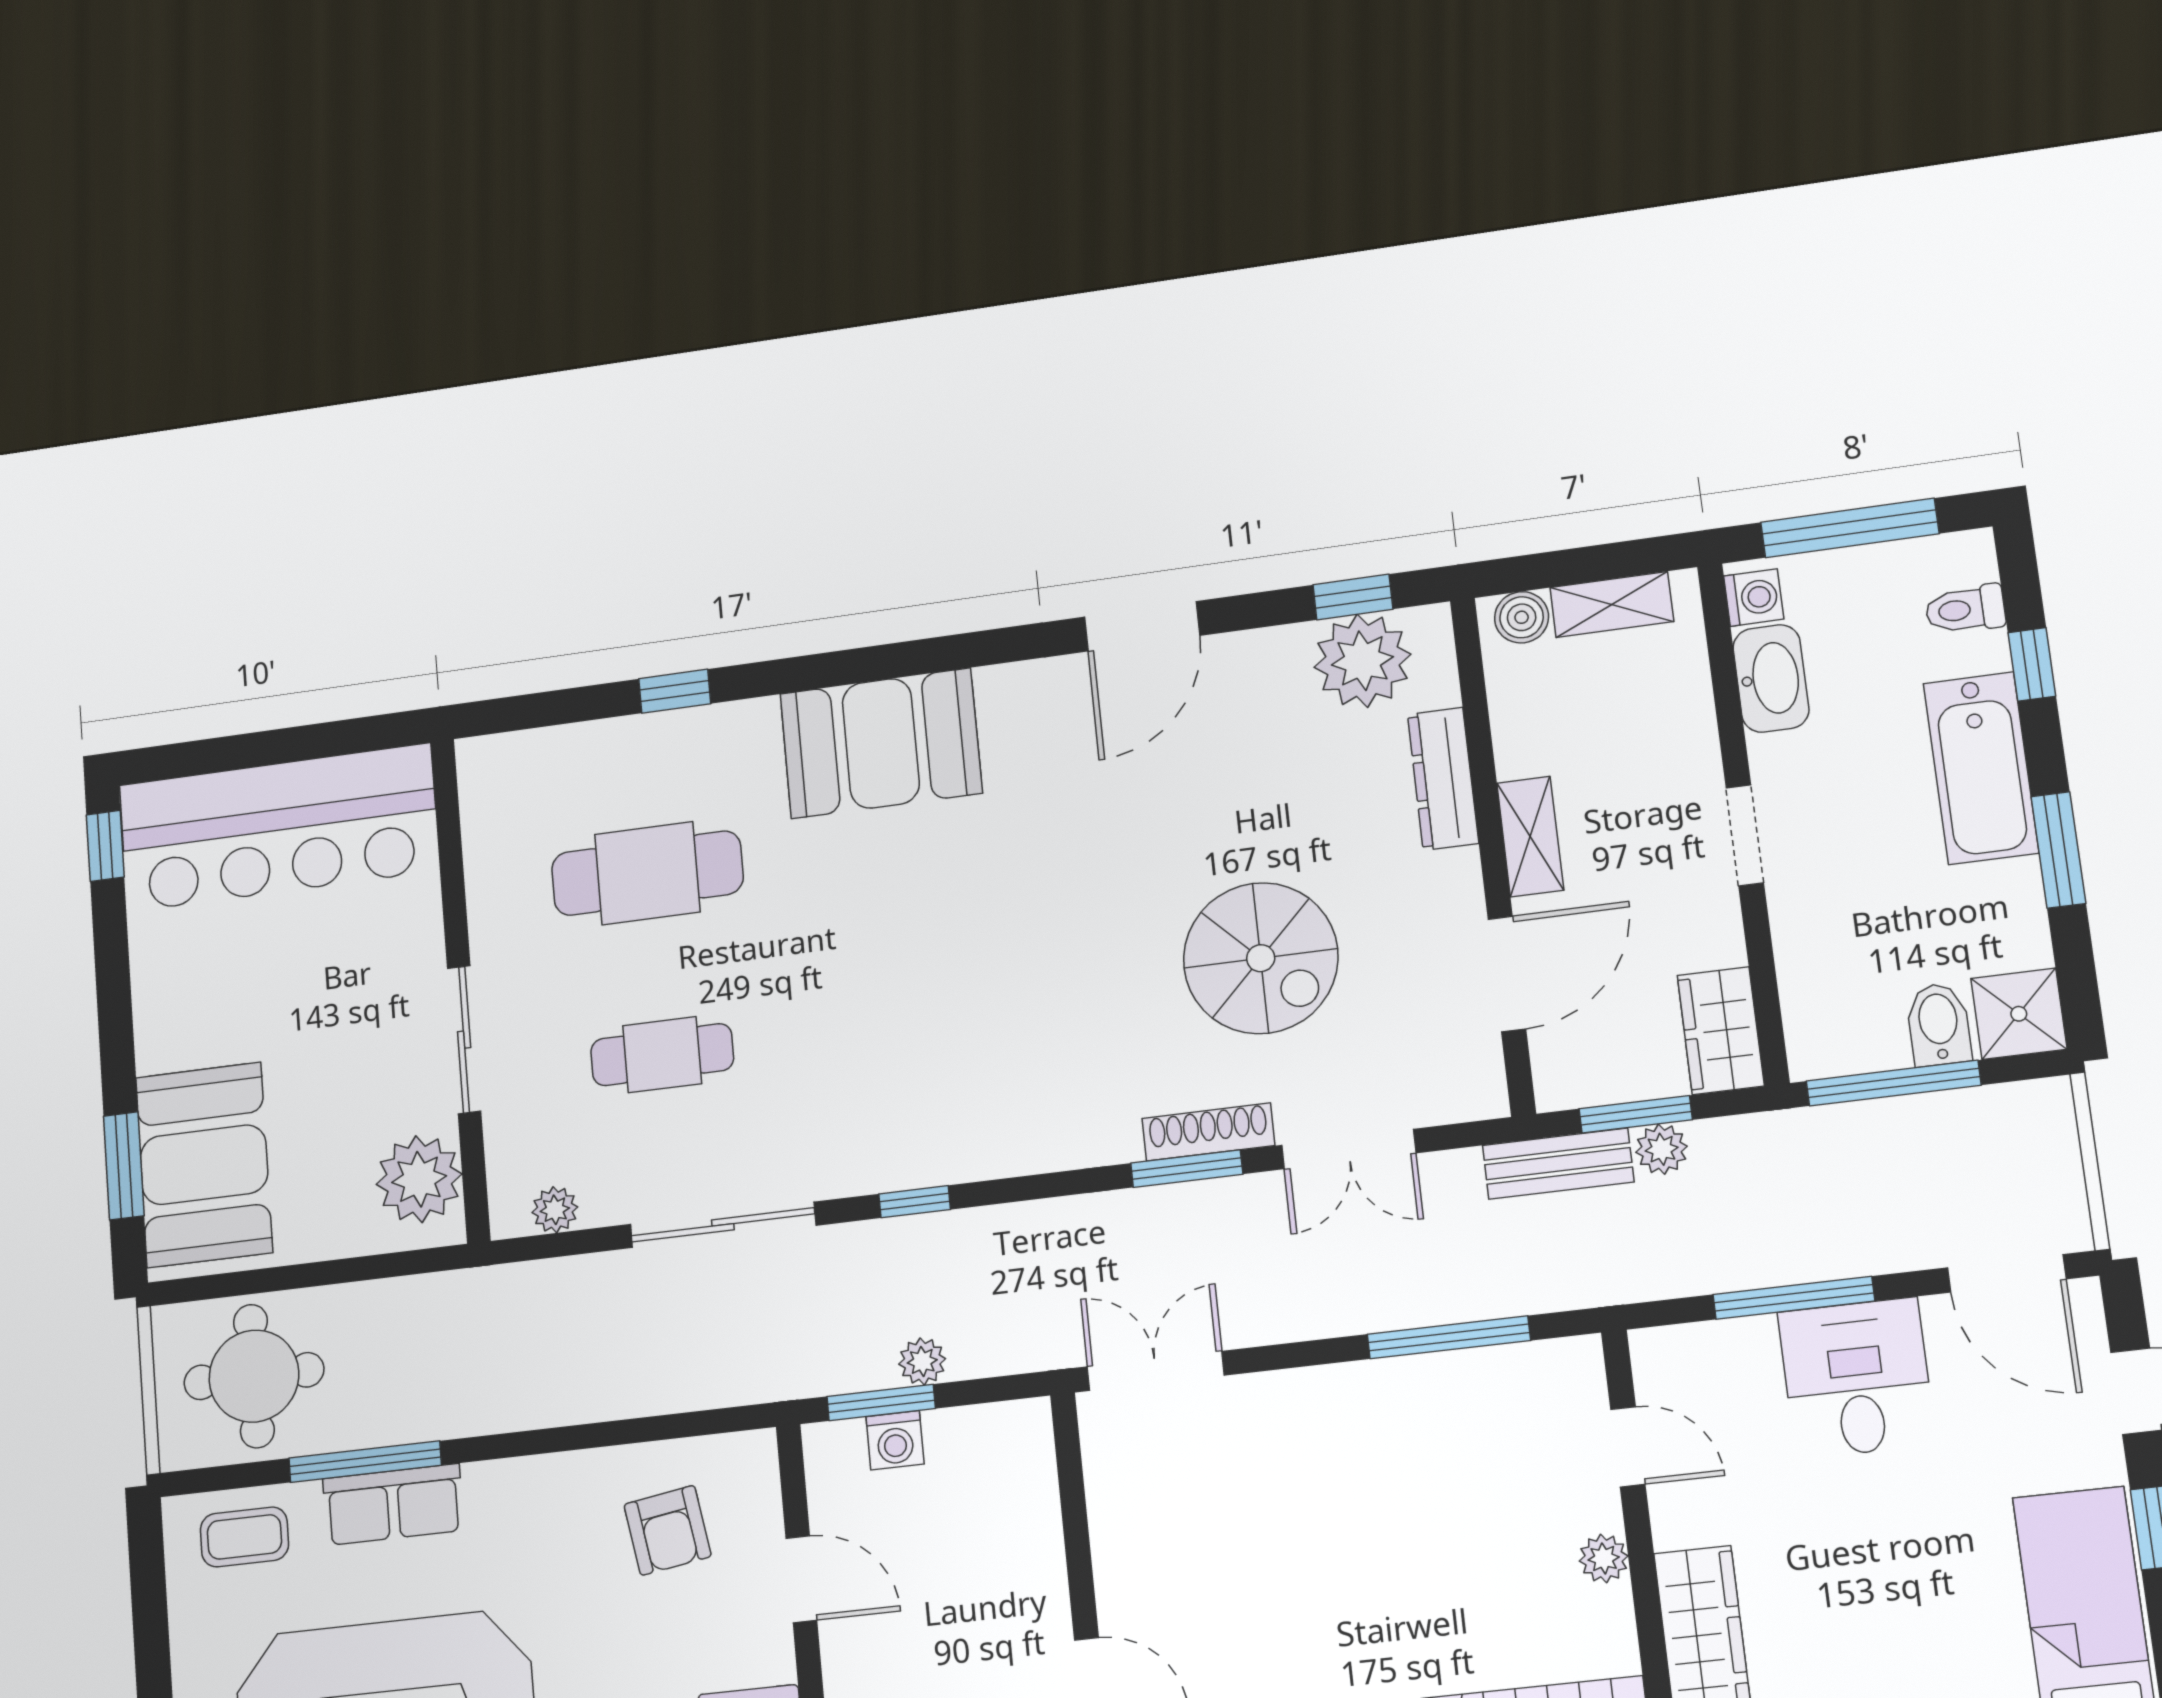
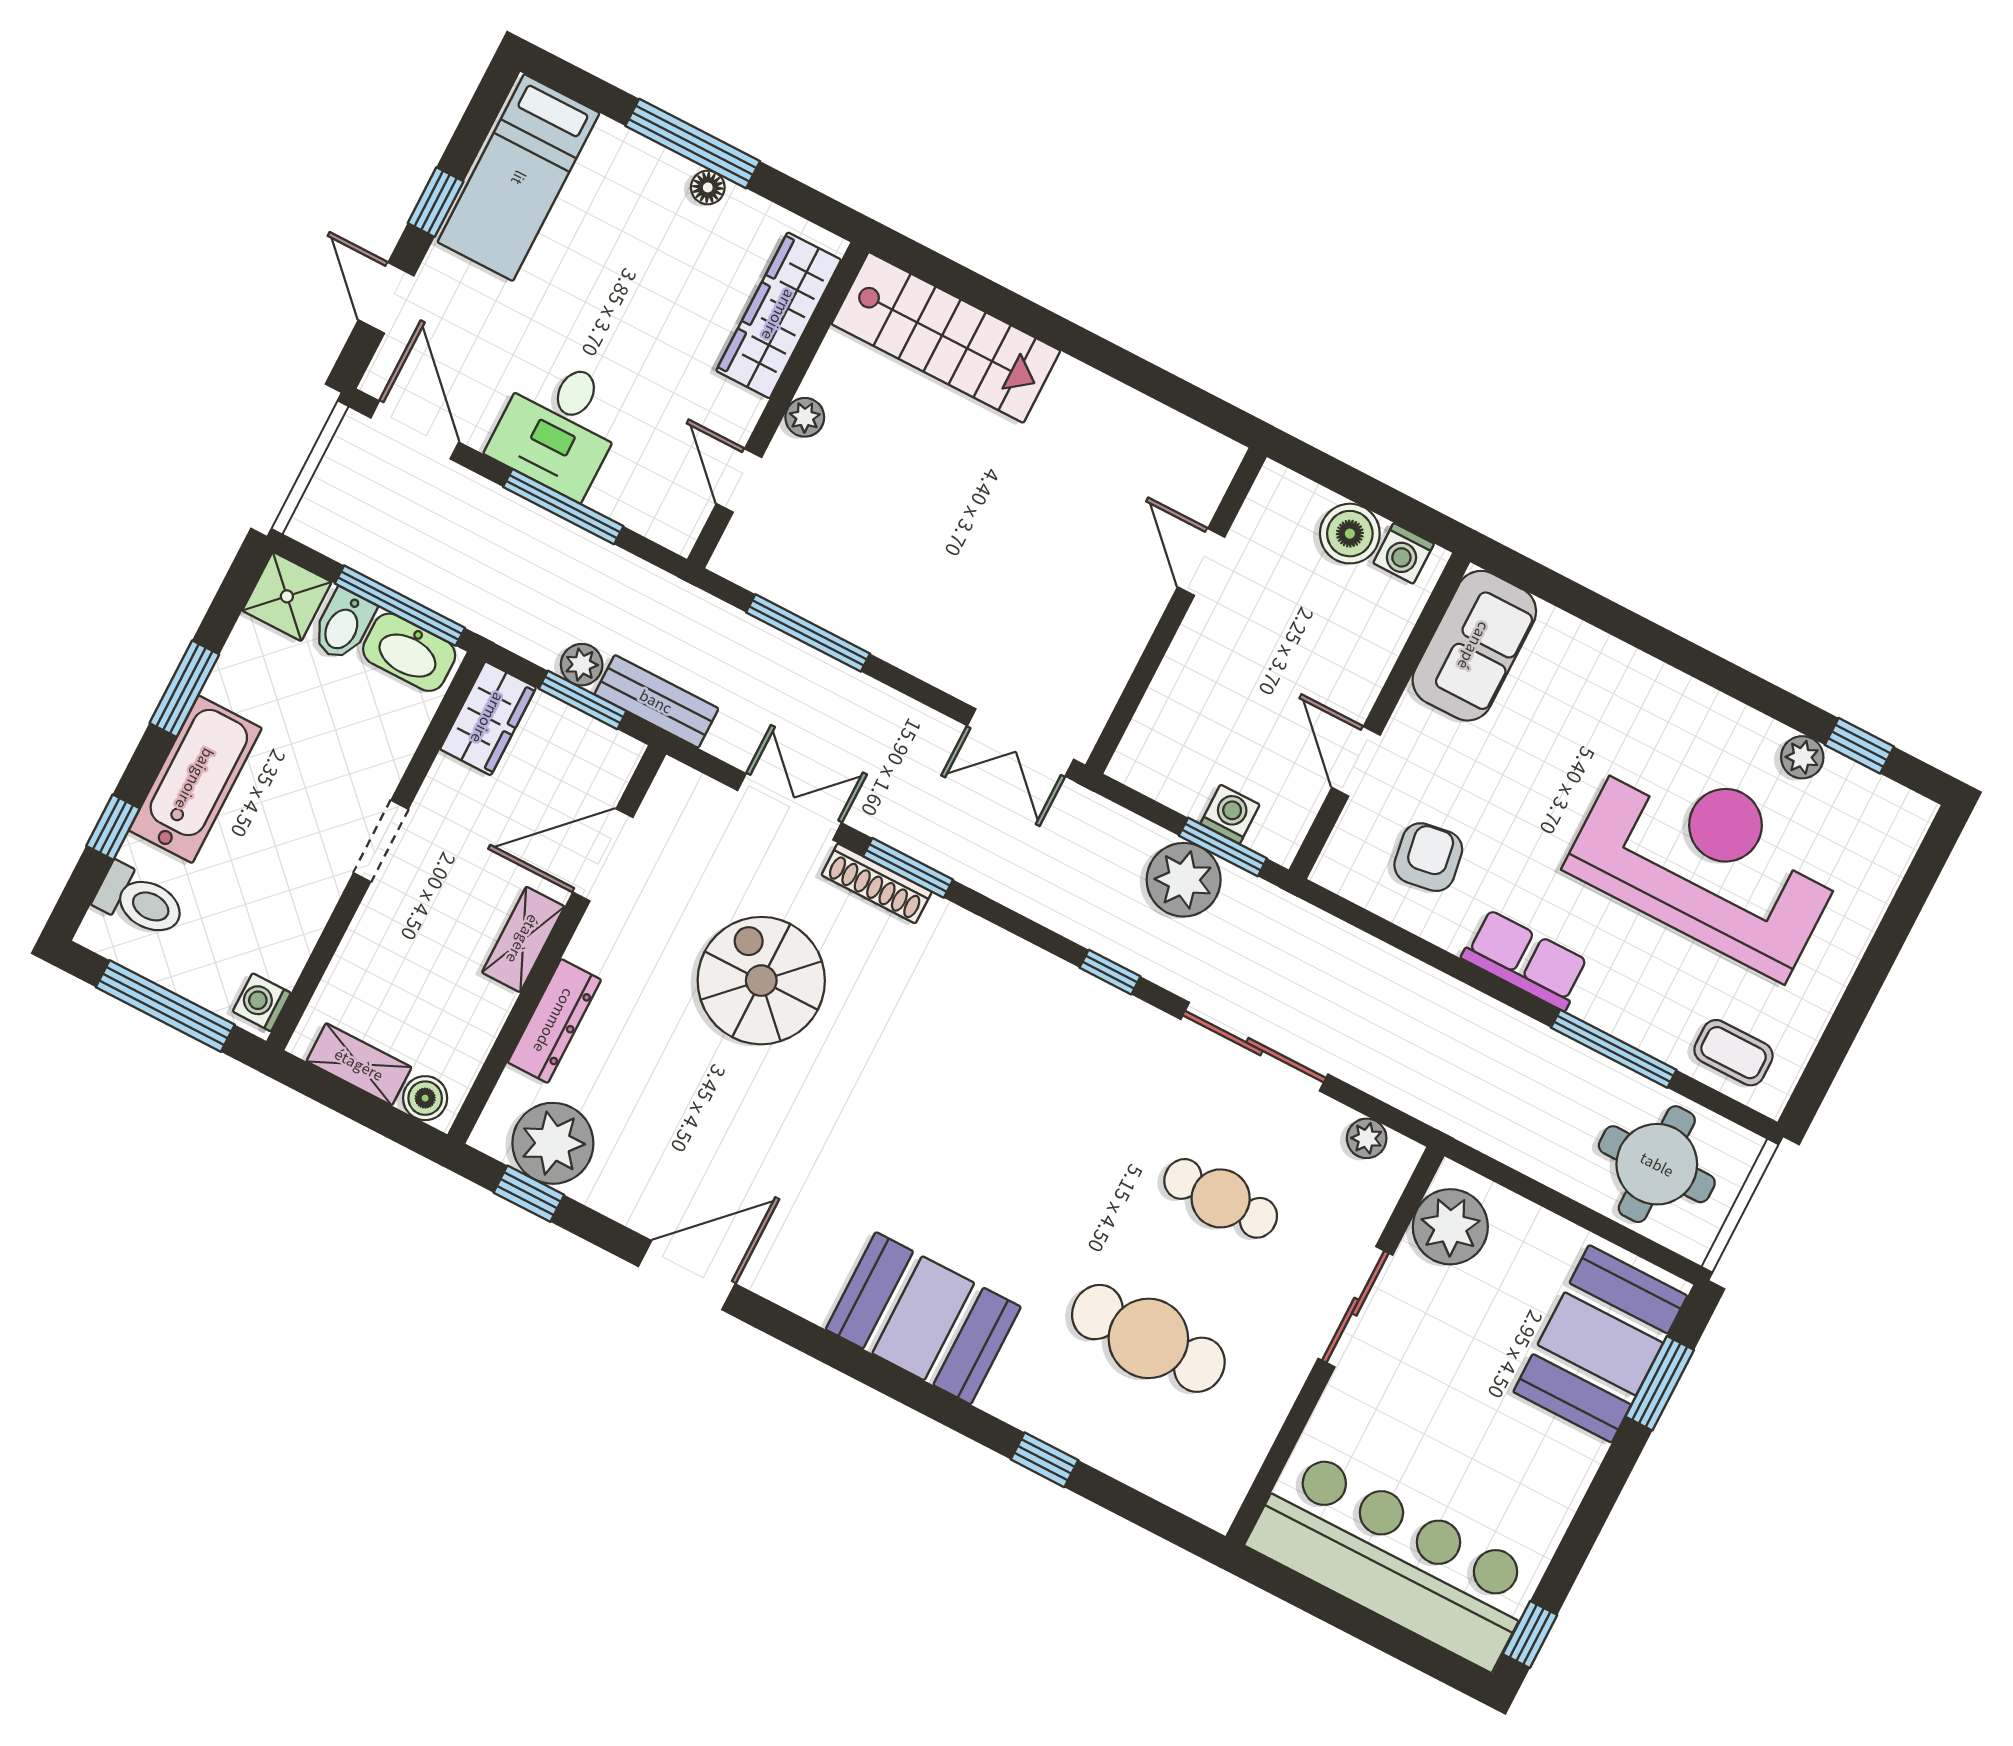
toilet: (1965, 609) -> (140, 901), width x1.37, depth x1.39
washbasin: (1771, 678) -> (409, 652), moved, turned -90
plant: (922, 1361) -> (1184, 880), width x1.88, depth x1.88
row of seats: (393, 1504) -> (1525, 960), moved

